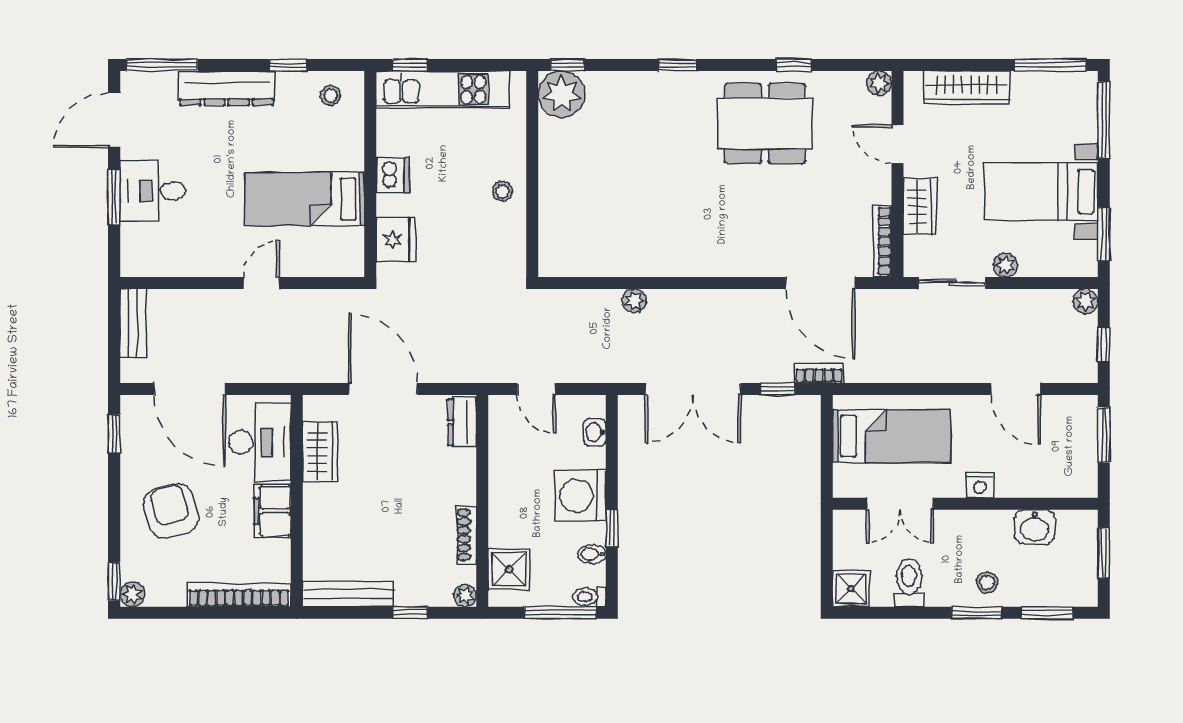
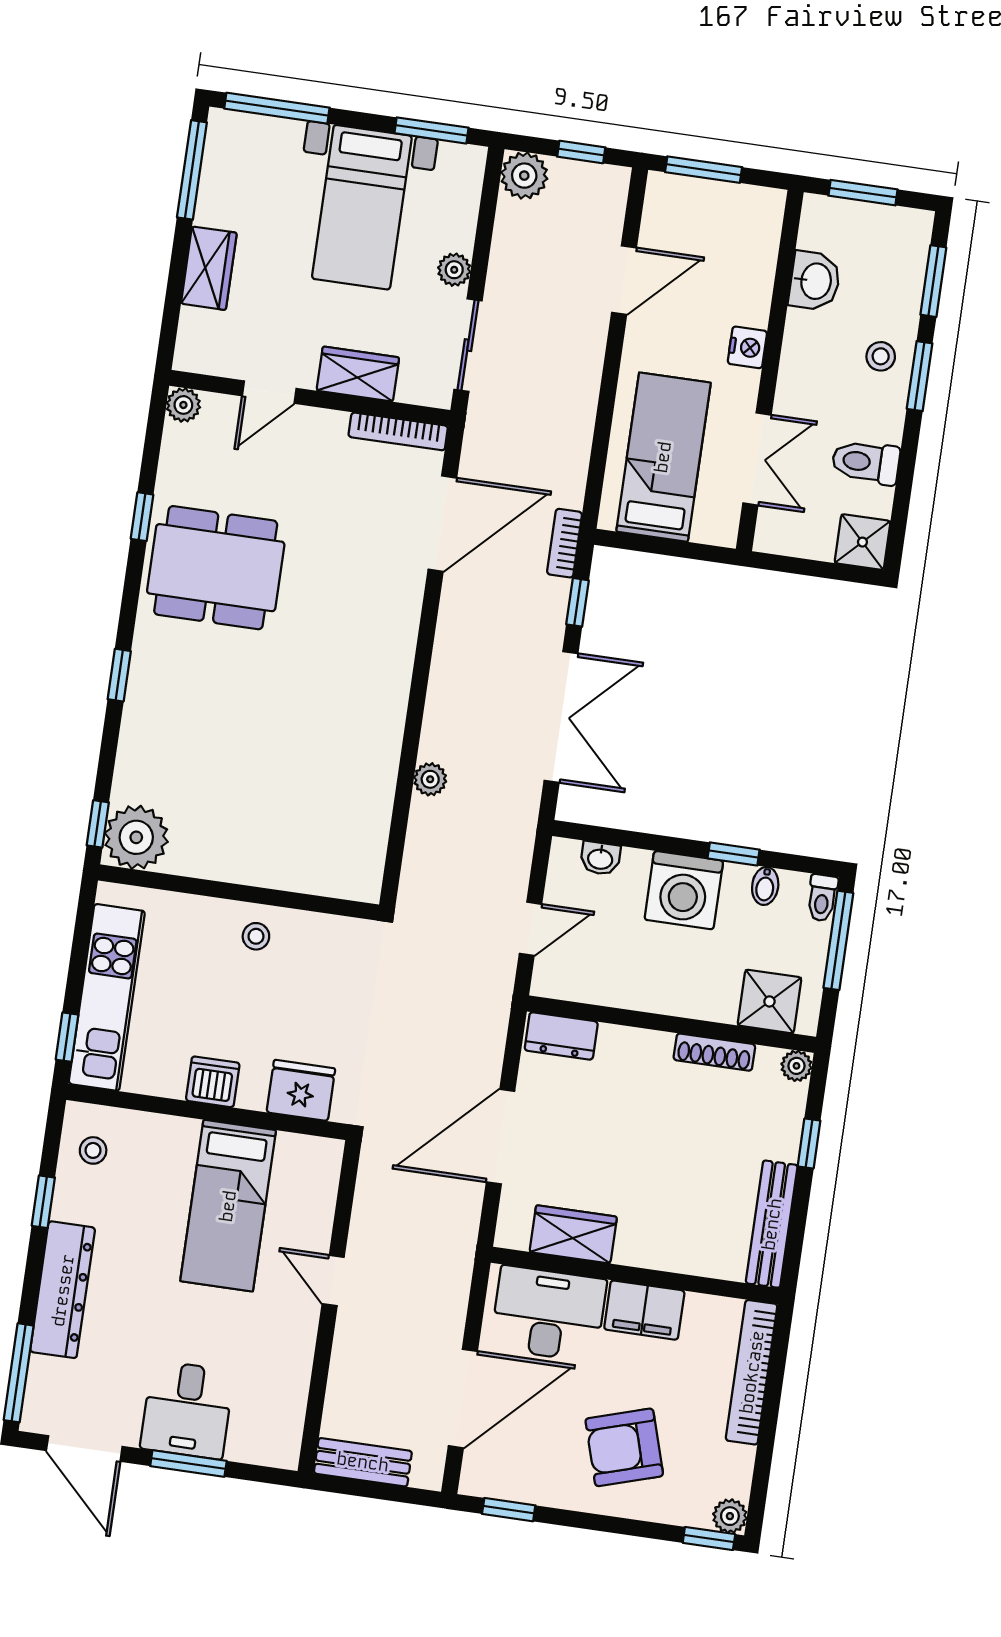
wardrobe: (967, 87) -> (209, 268), width x0.67
dining table: (765, 124) -> (216, 568), turned 90
plant: (1085, 301) -> (524, 176), width x1.38, depth x1.38

